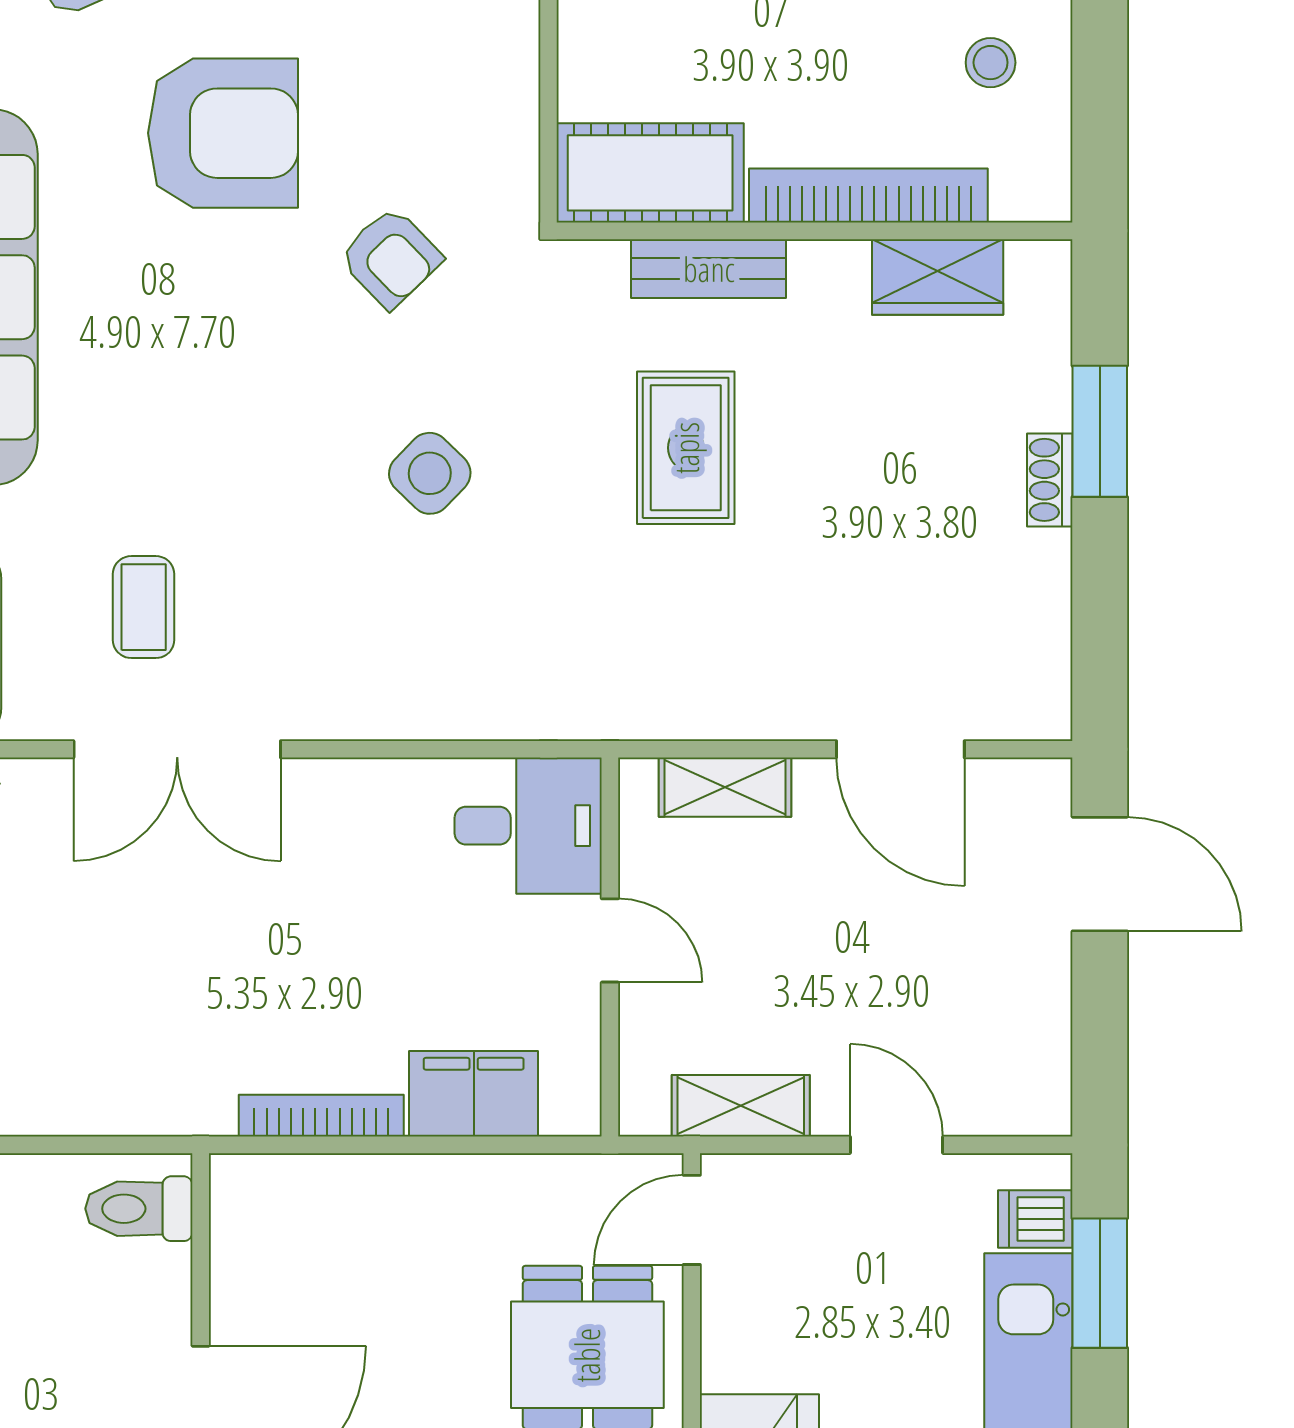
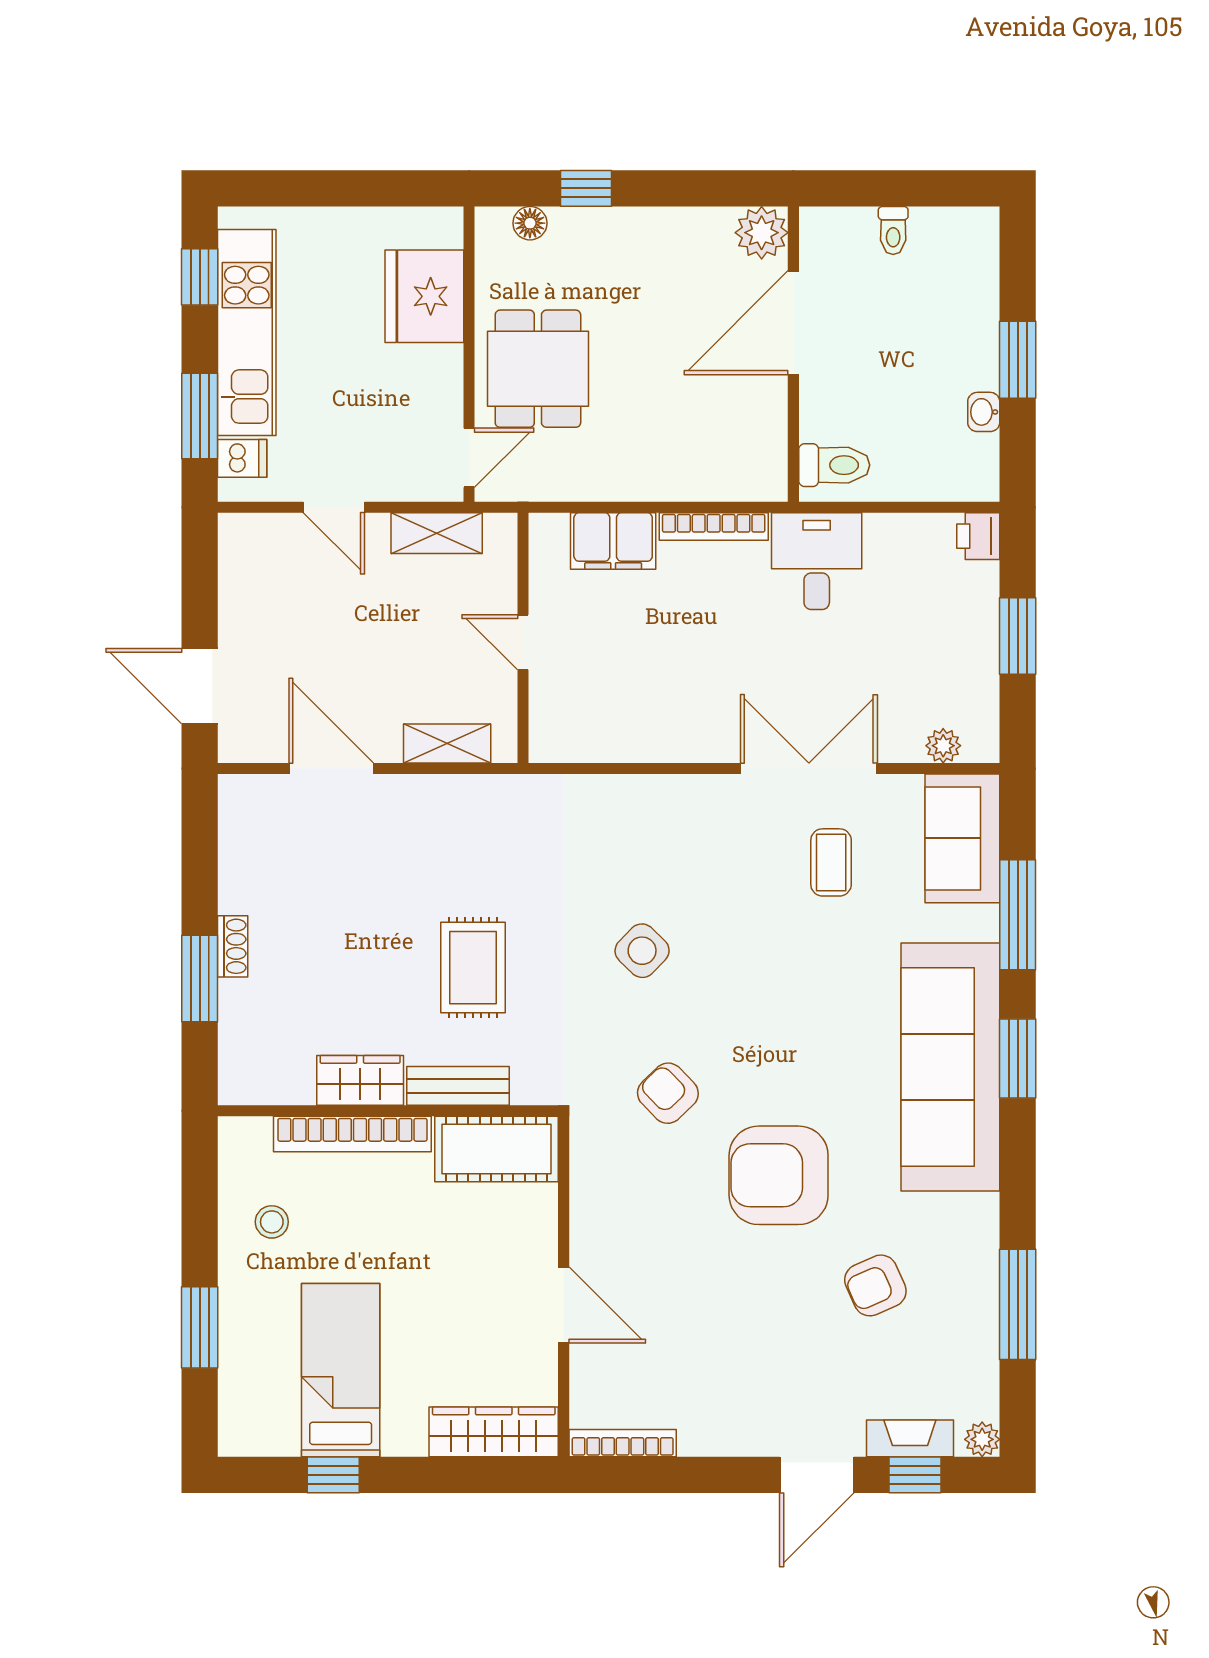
wardrobe: (938, 277) -> (360, 1080), moved
desk: (528, 826) -> (817, 561), moved, turned 90

